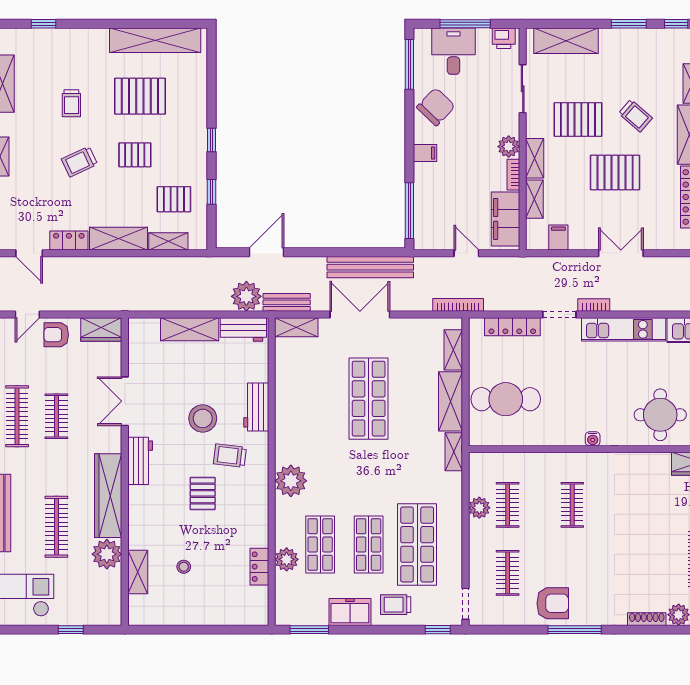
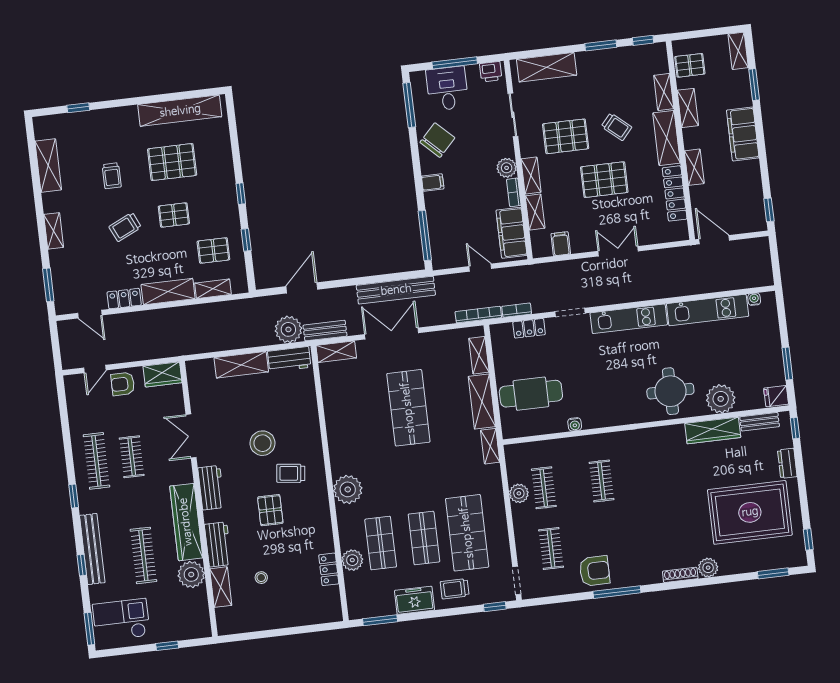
bookcase: (594, 305) -> (517, 310), moved
locker: (512, 327) -> (529, 328), width x0.66
workbench: (256, 407) -> (218, 544), moved, turned 180
water cooler: (593, 439) -> (575, 424), moved

